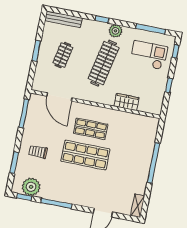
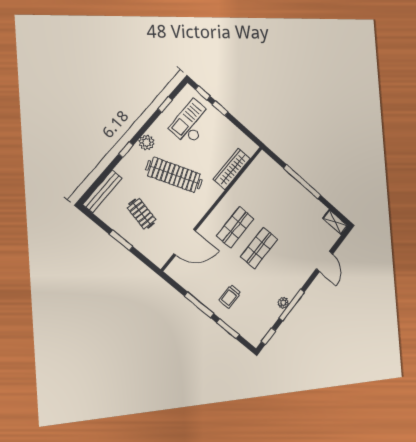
window: (151, 29) -> (165, 104), width x0.46
clothes rail: (104, 63) -> (174, 175), turned -33
window: (169, 85) -> (220, 108), moved
wardrobe: (127, 102) -> (232, 169), width x1.50
window: (24, 113) -> (199, 305), moved
shop shelf: (85, 155) -> (259, 248), width x0.70, depth x0.74
plant: (31, 187) -> (283, 303), moved, width x0.53, depth x0.53

